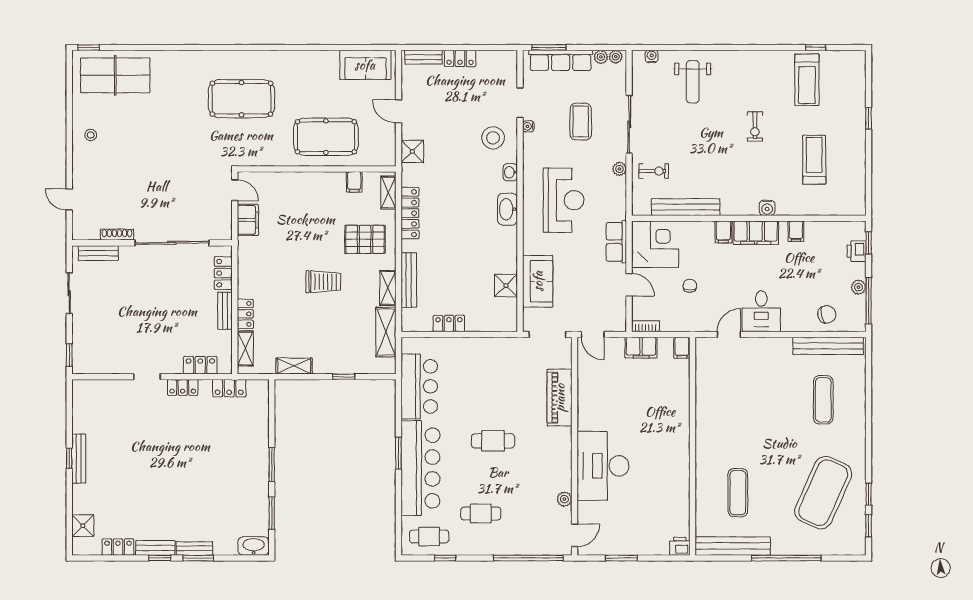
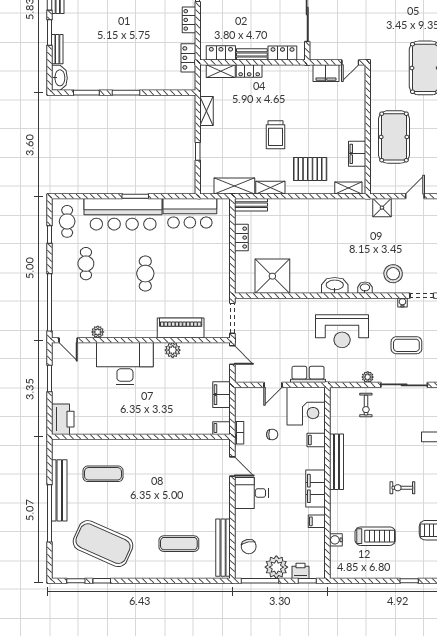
filing cabinet: (354, 182) -> (357, 154), width x2.00
bench: (686, 207) -> (336, 462), moved
water cooler: (767, 208) -> (336, 540), moved
locker: (410, 213) -> (332, 206), removed
filing cabinet: (723, 232) -> (316, 440), moved
pallet: (365, 239) -> (310, 169), turned 90
bench: (409, 280) -> (251, 205), moved, width x0.73
sofa: (538, 281) -> (276, 310), removed
shower: (506, 285) -> (272, 276), width x1.86, depth x1.86
plant: (858, 287) -> (276, 567), width x1.87, depth x1.87
bookcase: (646, 326) -> (239, 433), moved
door: (593, 334) -> (232, 355), swing flipped
locker: (200, 365) -> (221, 53), moved, turned -90
plant: (587, 407) -> (173, 350), added
printer: (680, 546) -> (63, 419), width x1.87, depth x1.48
bench: (733, 546) -> (59, 490), moved
bench: (194, 548) -> (57, 49), moved

